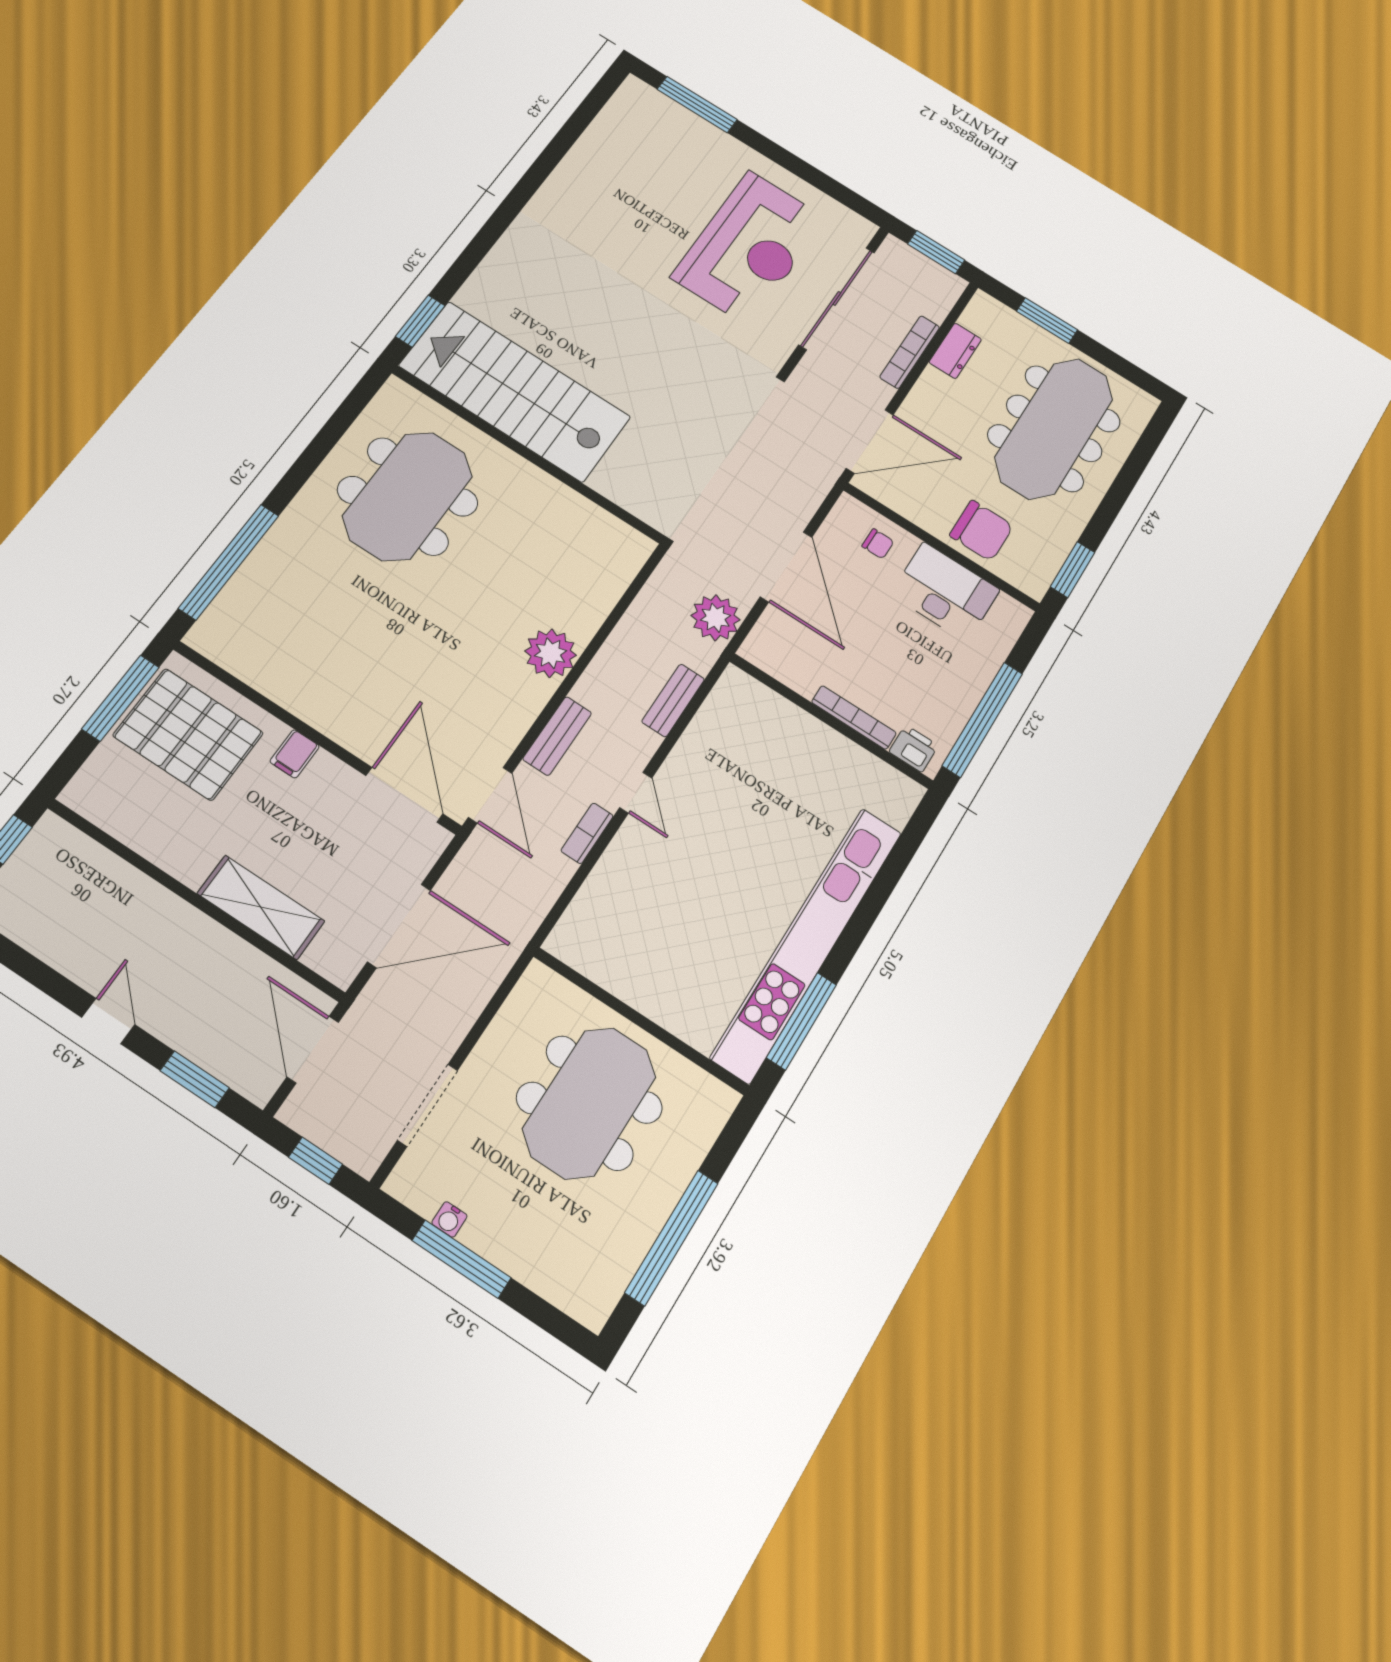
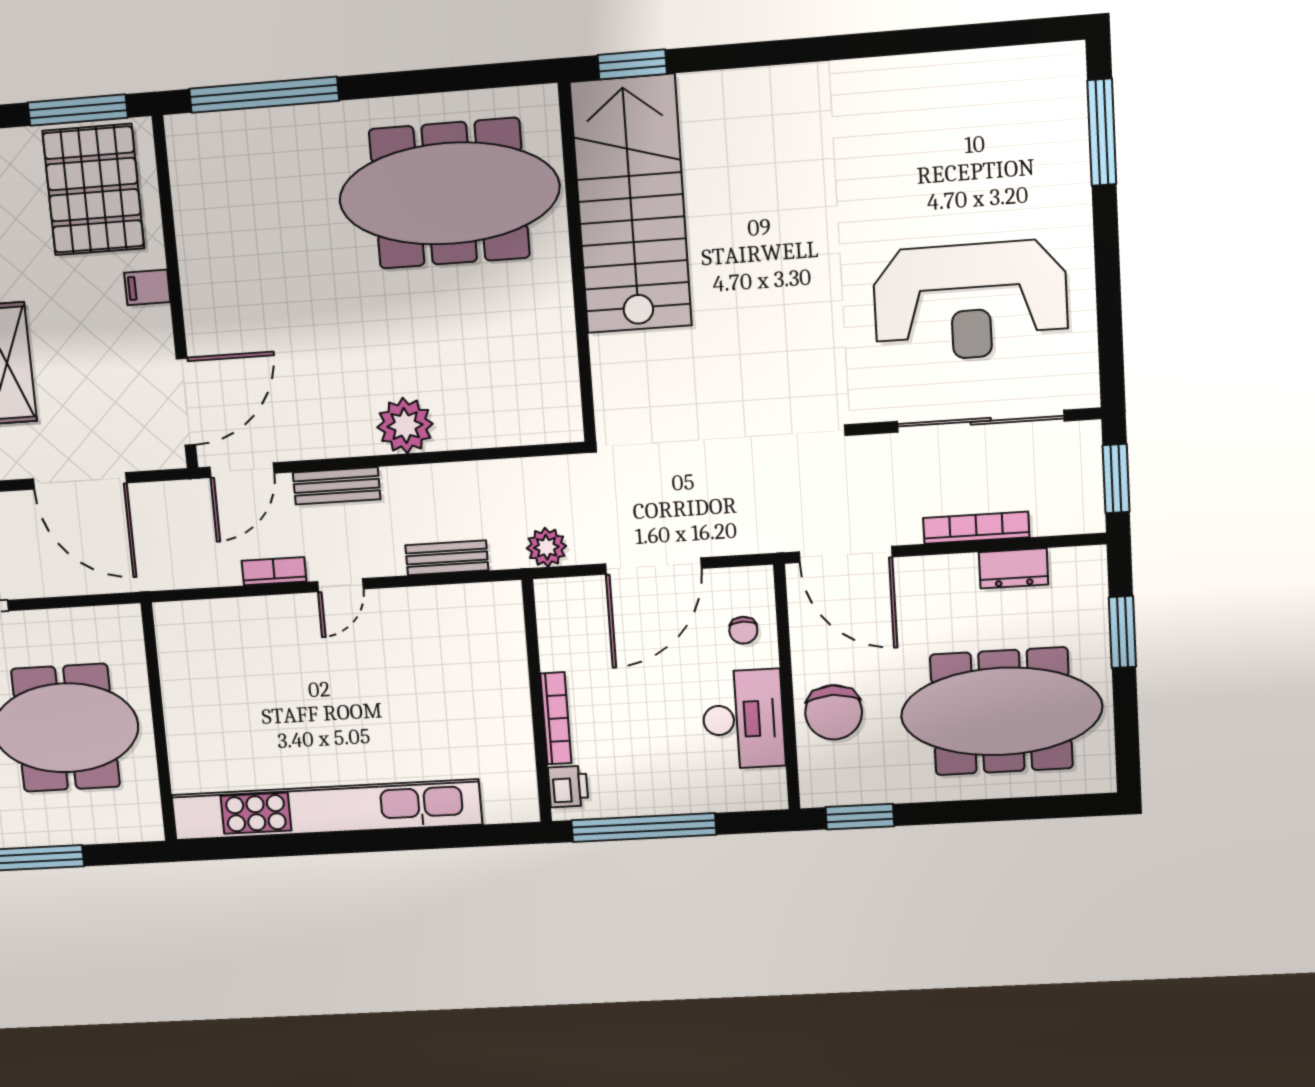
meeting table: (408, 496) -> (449, 193), width x1.36
plant: (716, 618) -> (546, 547), width x0.73, depth x0.73
window: (802, 1021) -> (259, 847), removed

